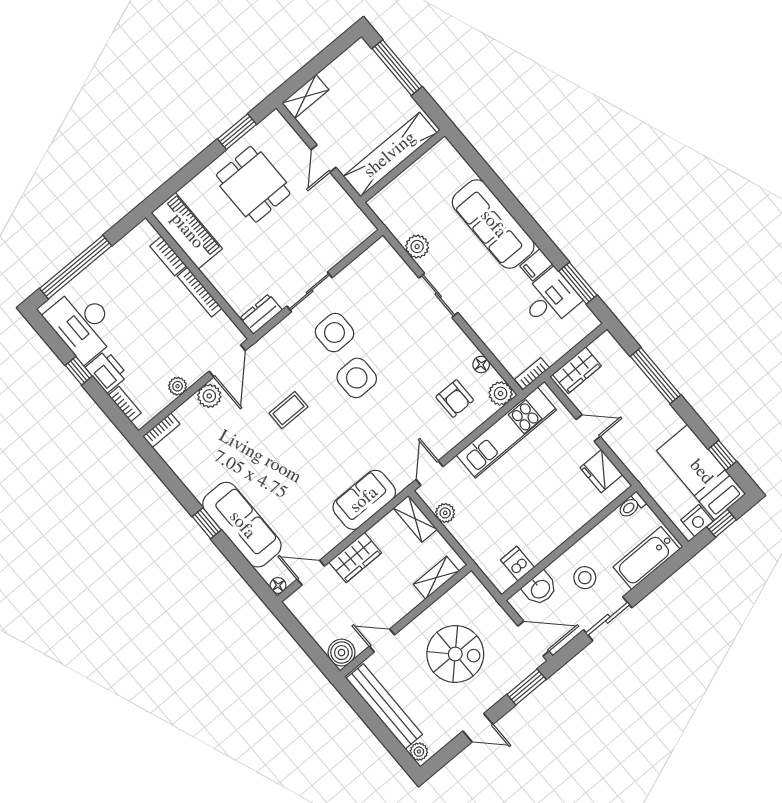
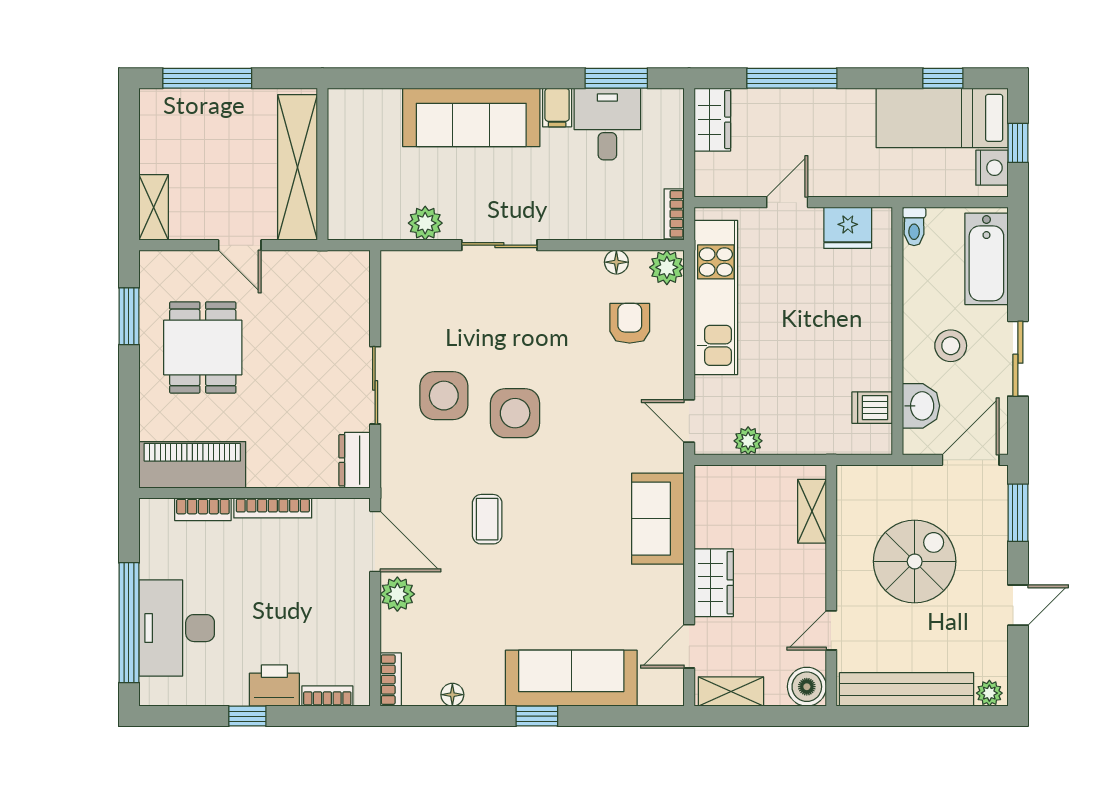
dining table: (253, 184) -> (203, 347), turned 90
desk: (82, 324) -> (177, 628), moved, turned 90
wardrobe: (577, 370) -> (712, 120), moved
plant: (178, 386) -> (357, 620), removed
armchair: (455, 399) -> (630, 323), turned -90
shelving: (415, 519) -> (731, 691), moved
floor lamp: (278, 585) -> (452, 695), moved

